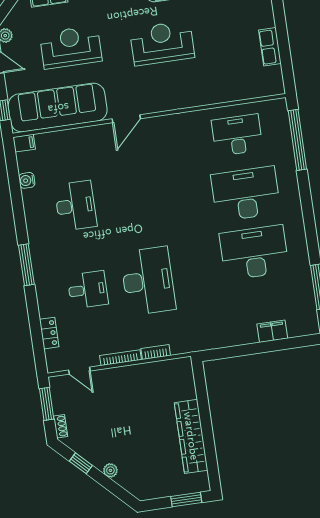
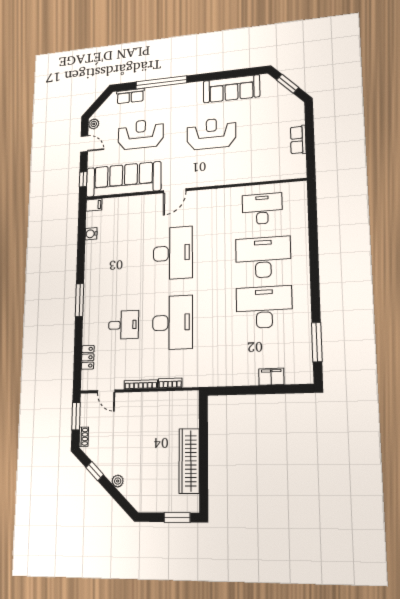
window: (297, 140) -> (312, 216), removed
desk: (76, 206) -> (173, 253), moved, width x1.36, depth x1.30

